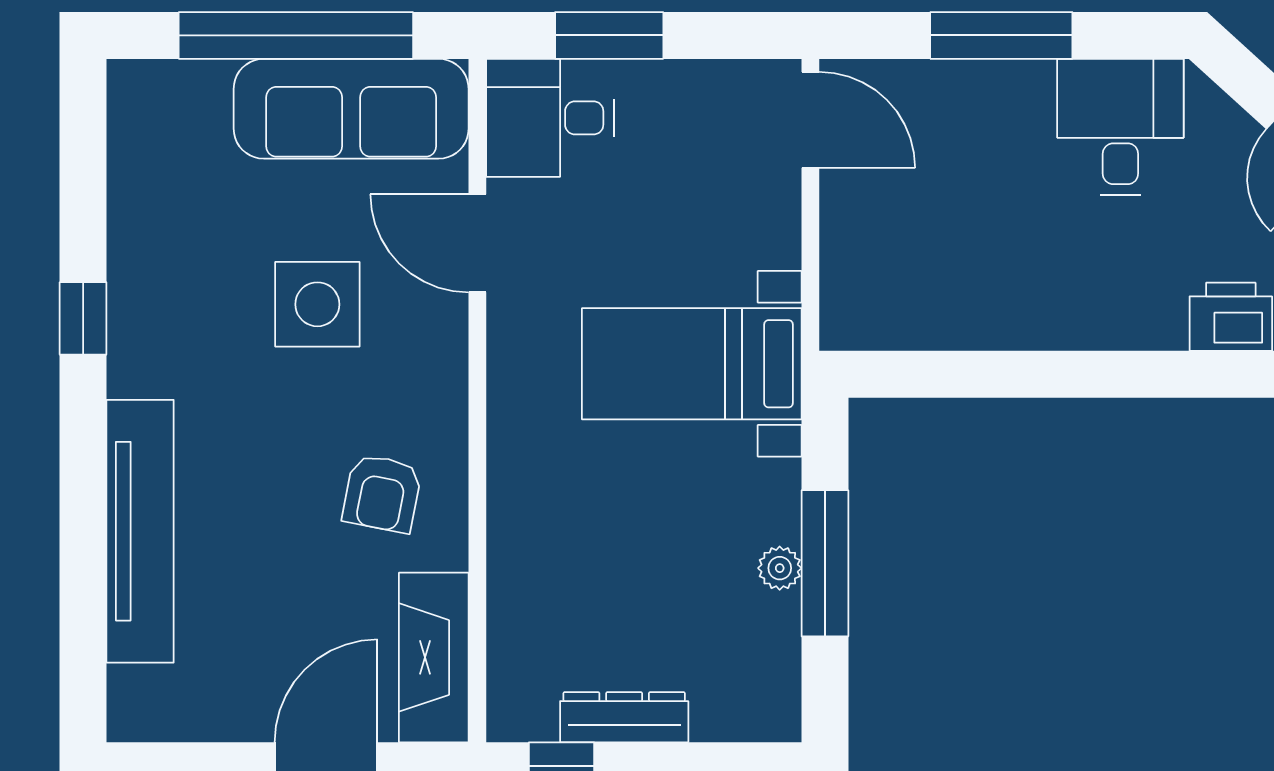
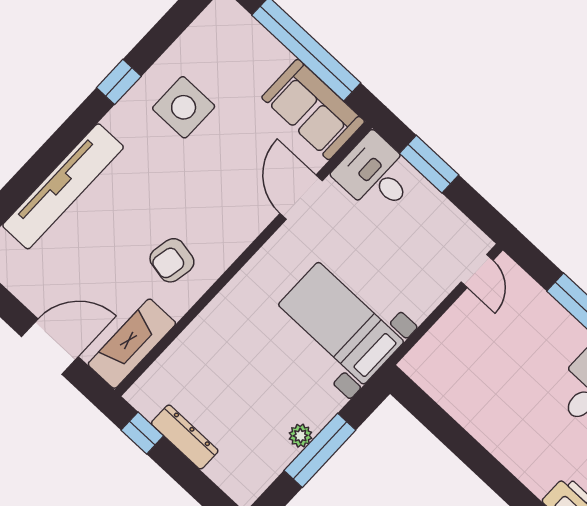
sofa: (351, 109) -> (313, 109), width x0.73
door: (810, 120) -> (477, 271), width x0.73
side table: (317, 304) -> (184, 107), moved

